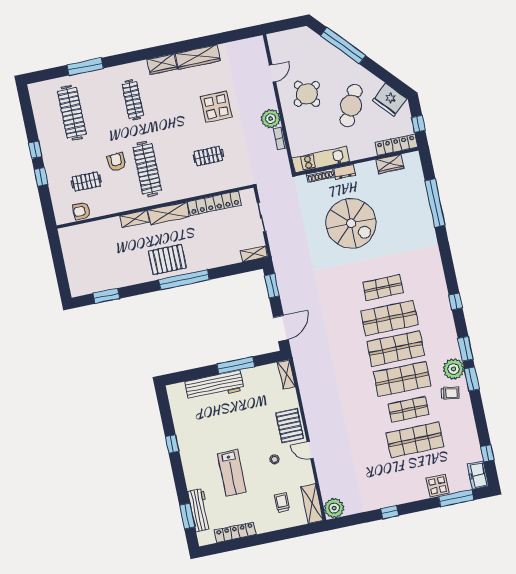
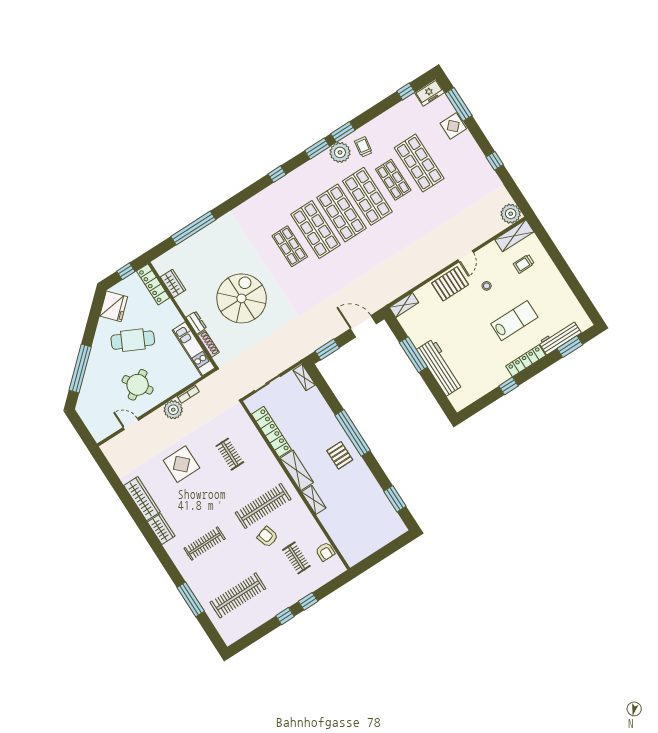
armchair: (116, 162) -> (268, 537), turned 76
pallet: (167, 259) -> (340, 455), width x0.67, depth x0.71
locker: (235, 532) -> (526, 361), moved, turned 90

